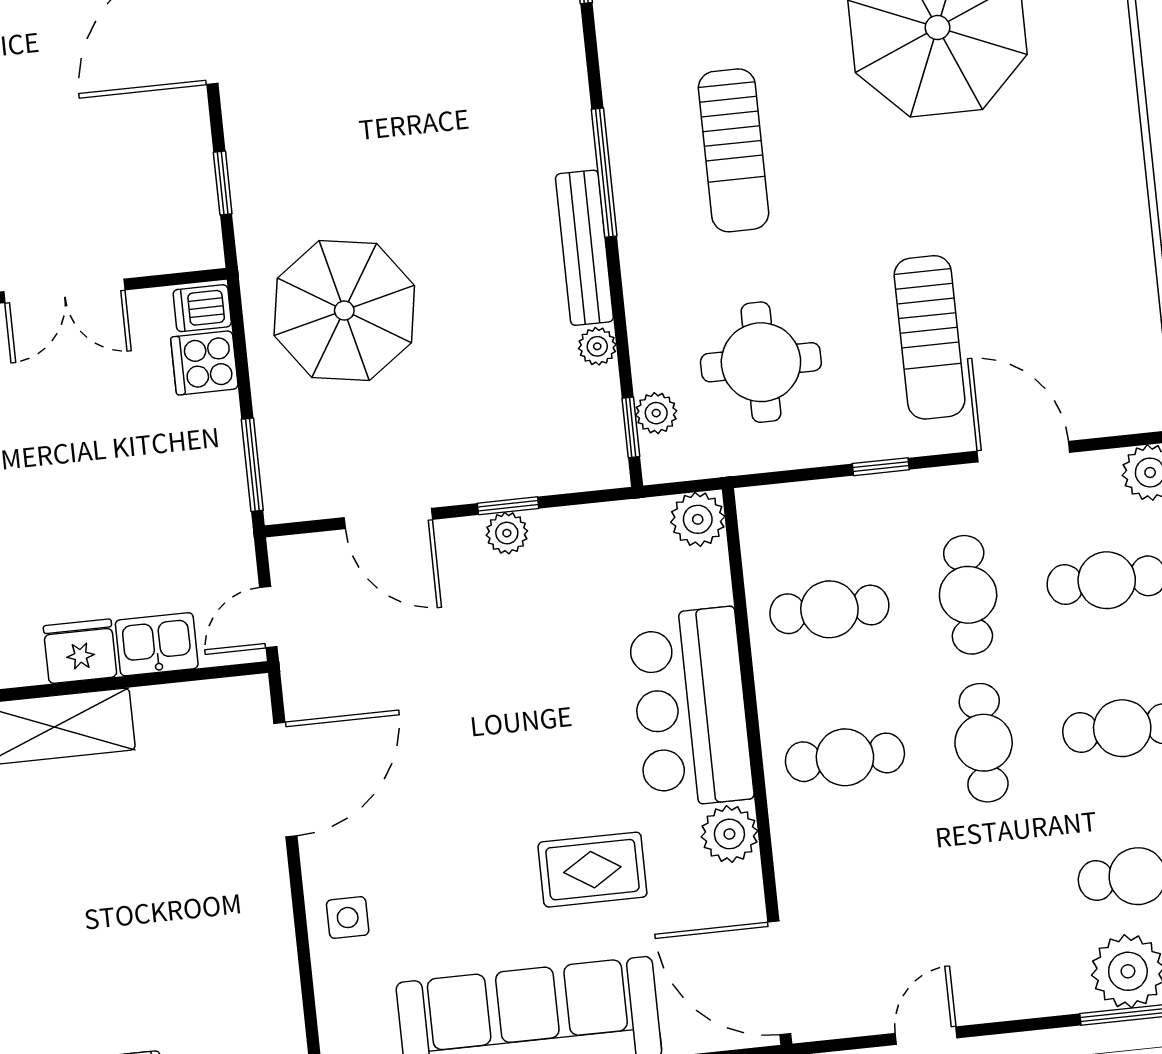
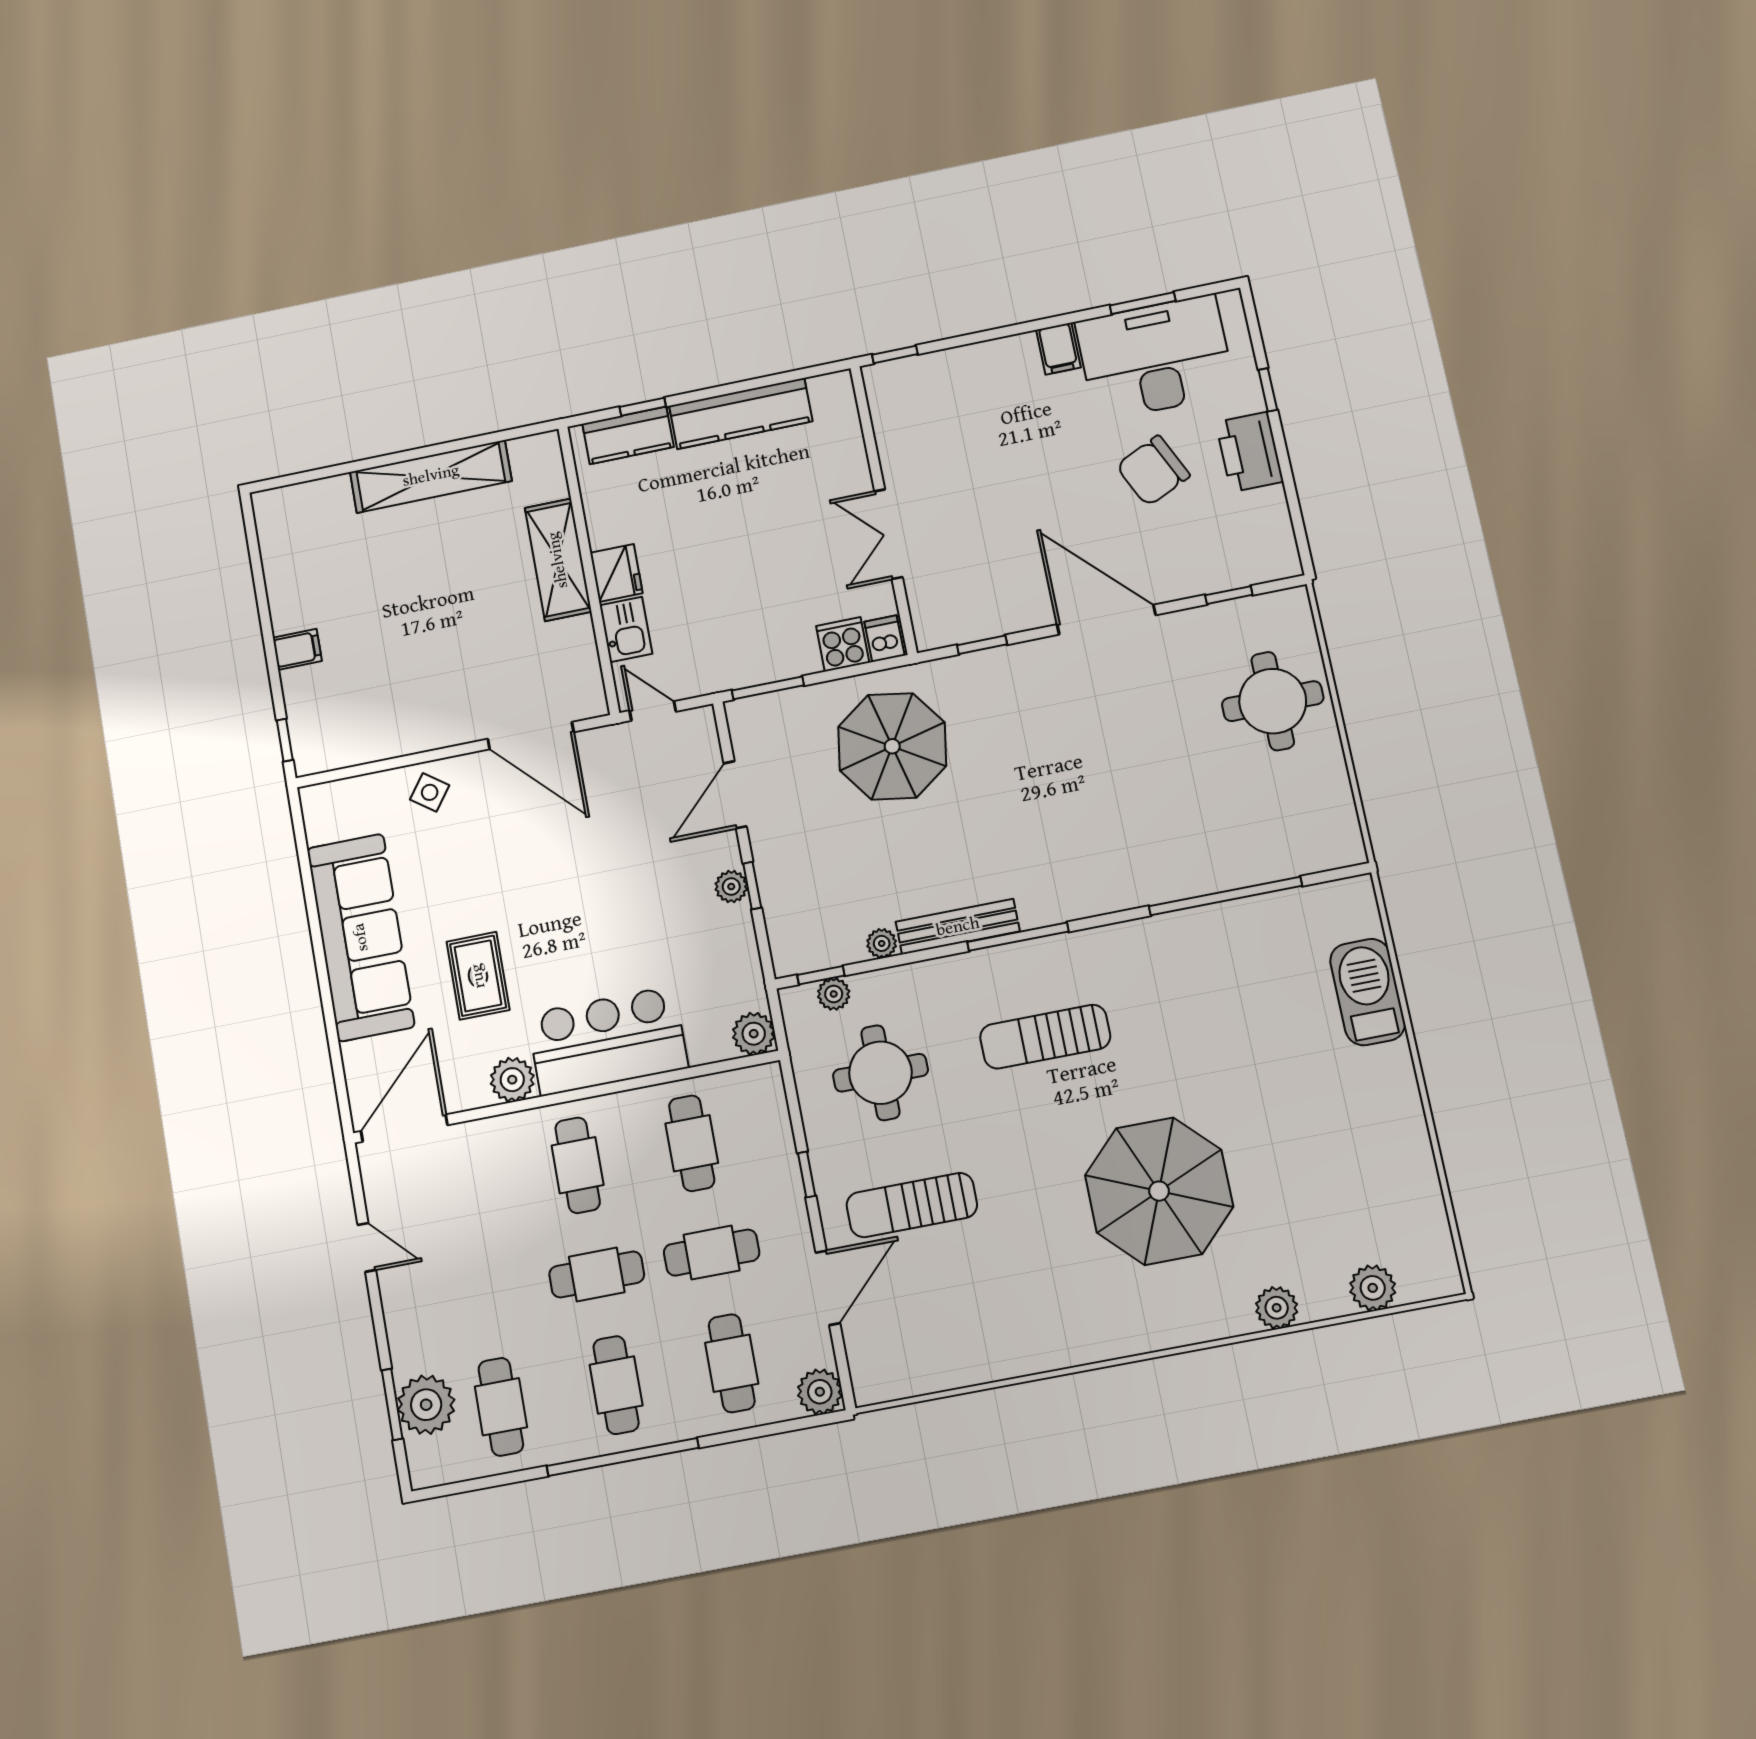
side table: (348, 918) -> (430, 792), turned 36

